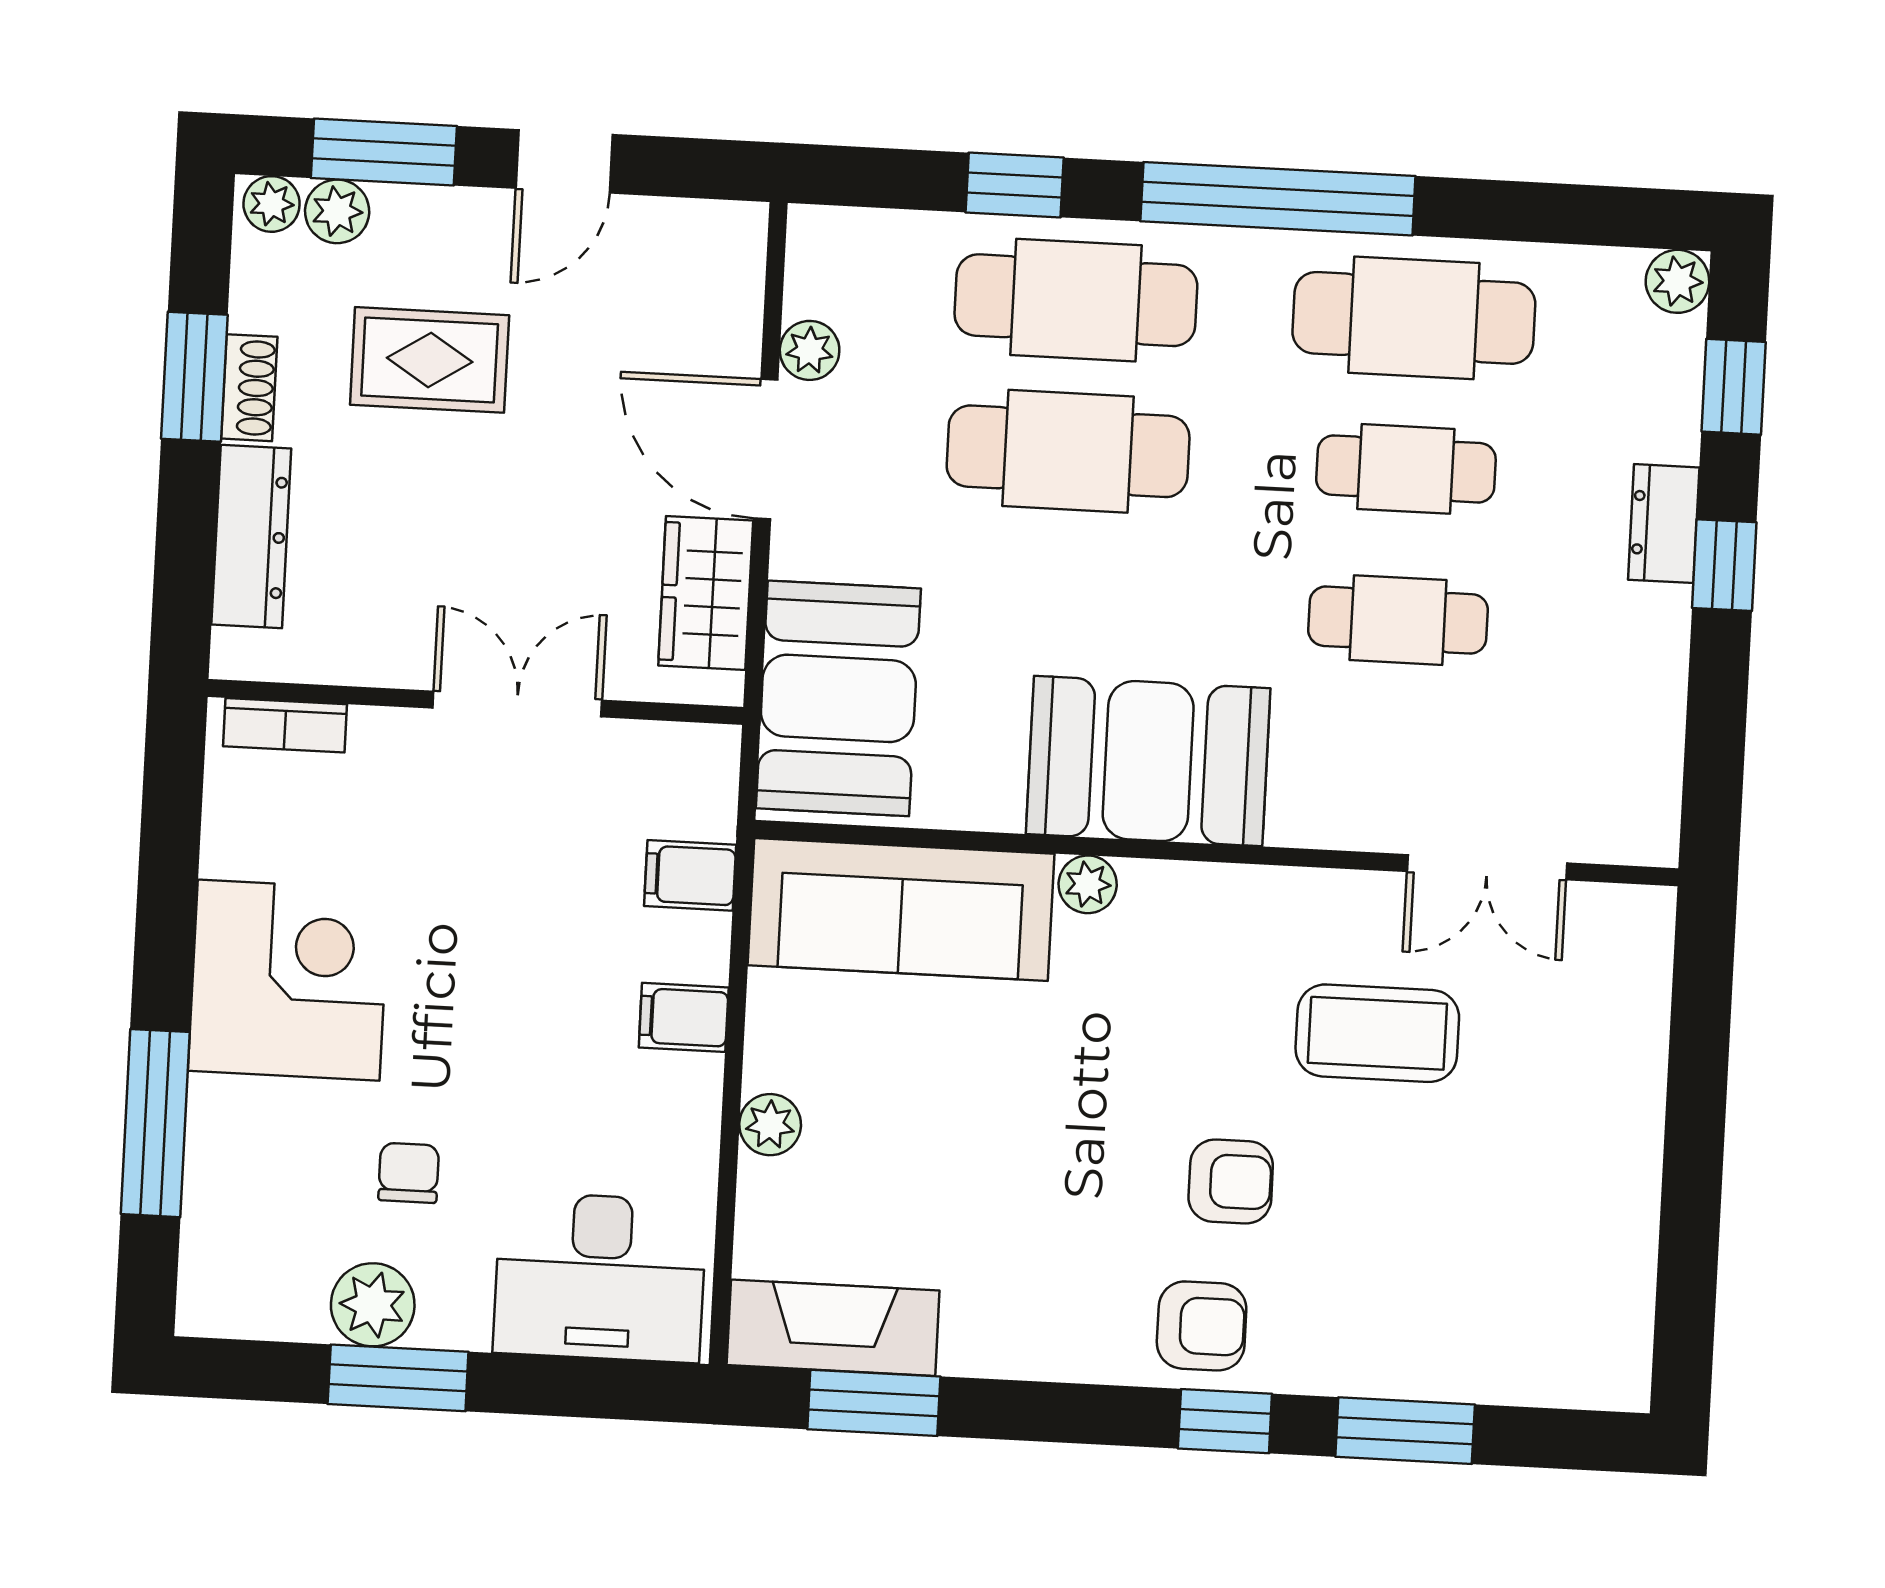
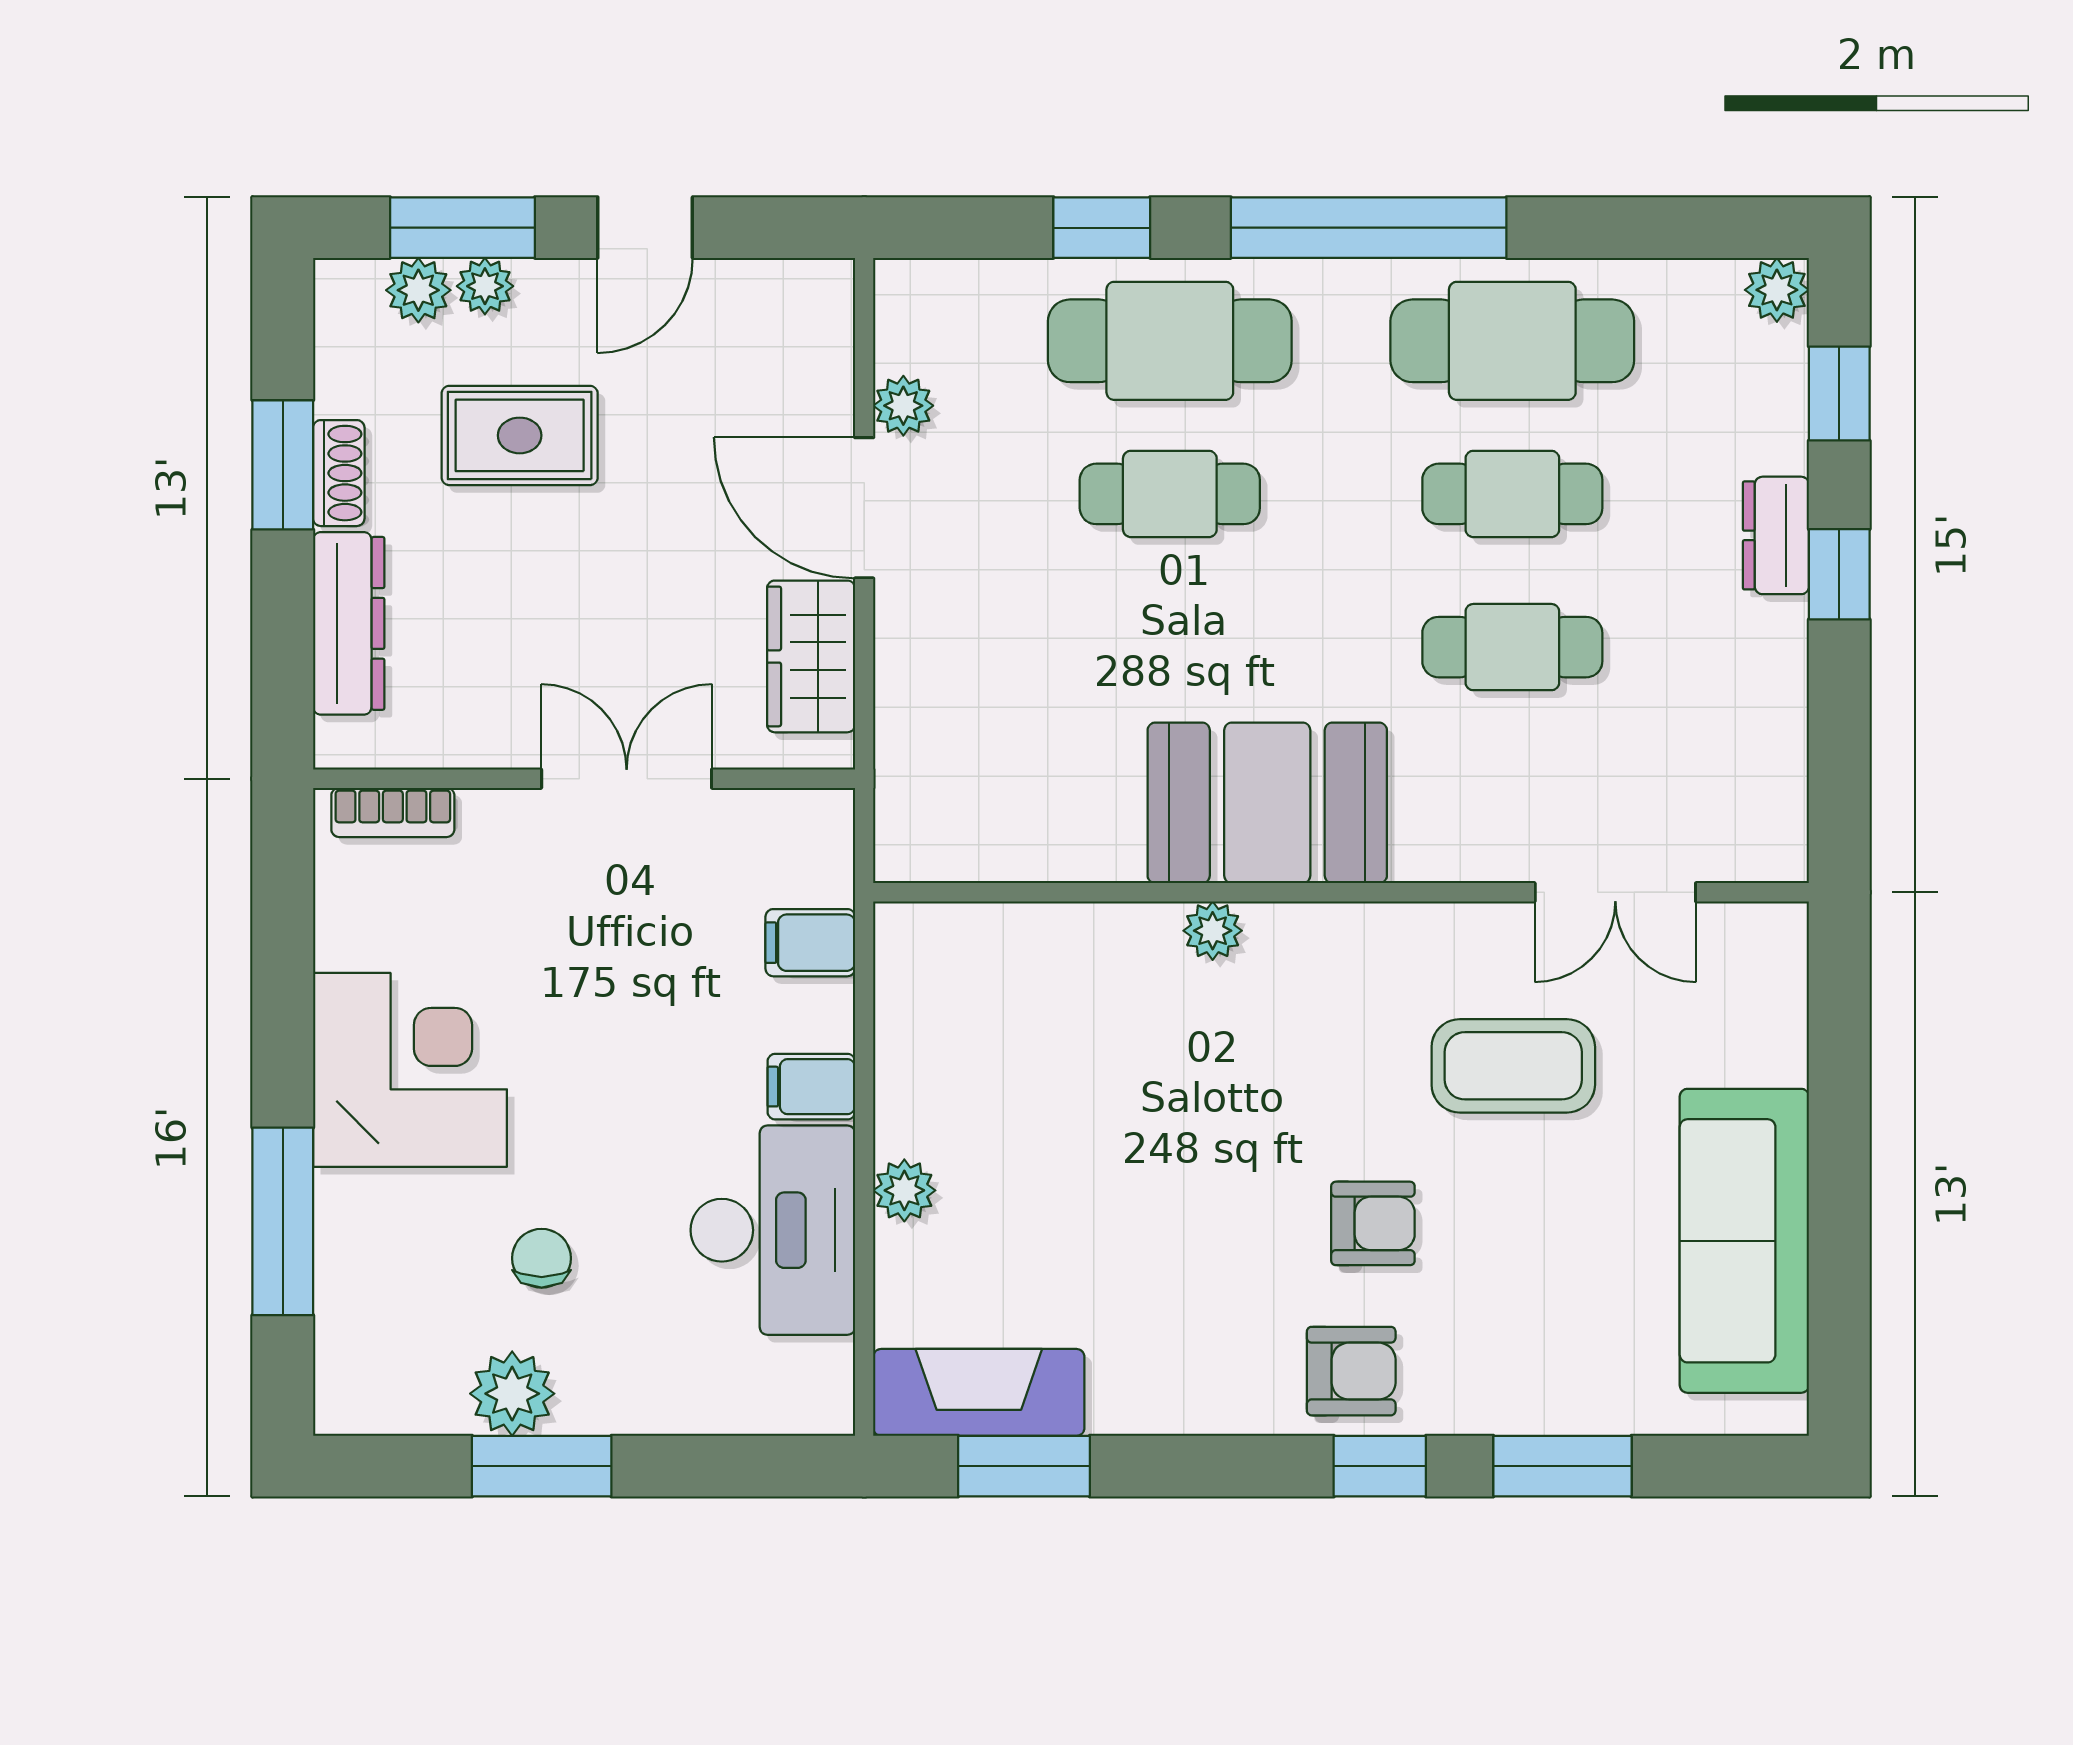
plant: (272, 204) -> (485, 286), moved
cafe table: (1068, 451) -> (1170, 494), width x0.73, depth x0.74
booth: (838, 698) -> (951, 756), removed
sofa: (901, 909) -> (1744, 1241), moved, turned 90
desk: (600, 1277) -> (773, 1230), moved, turned -90

